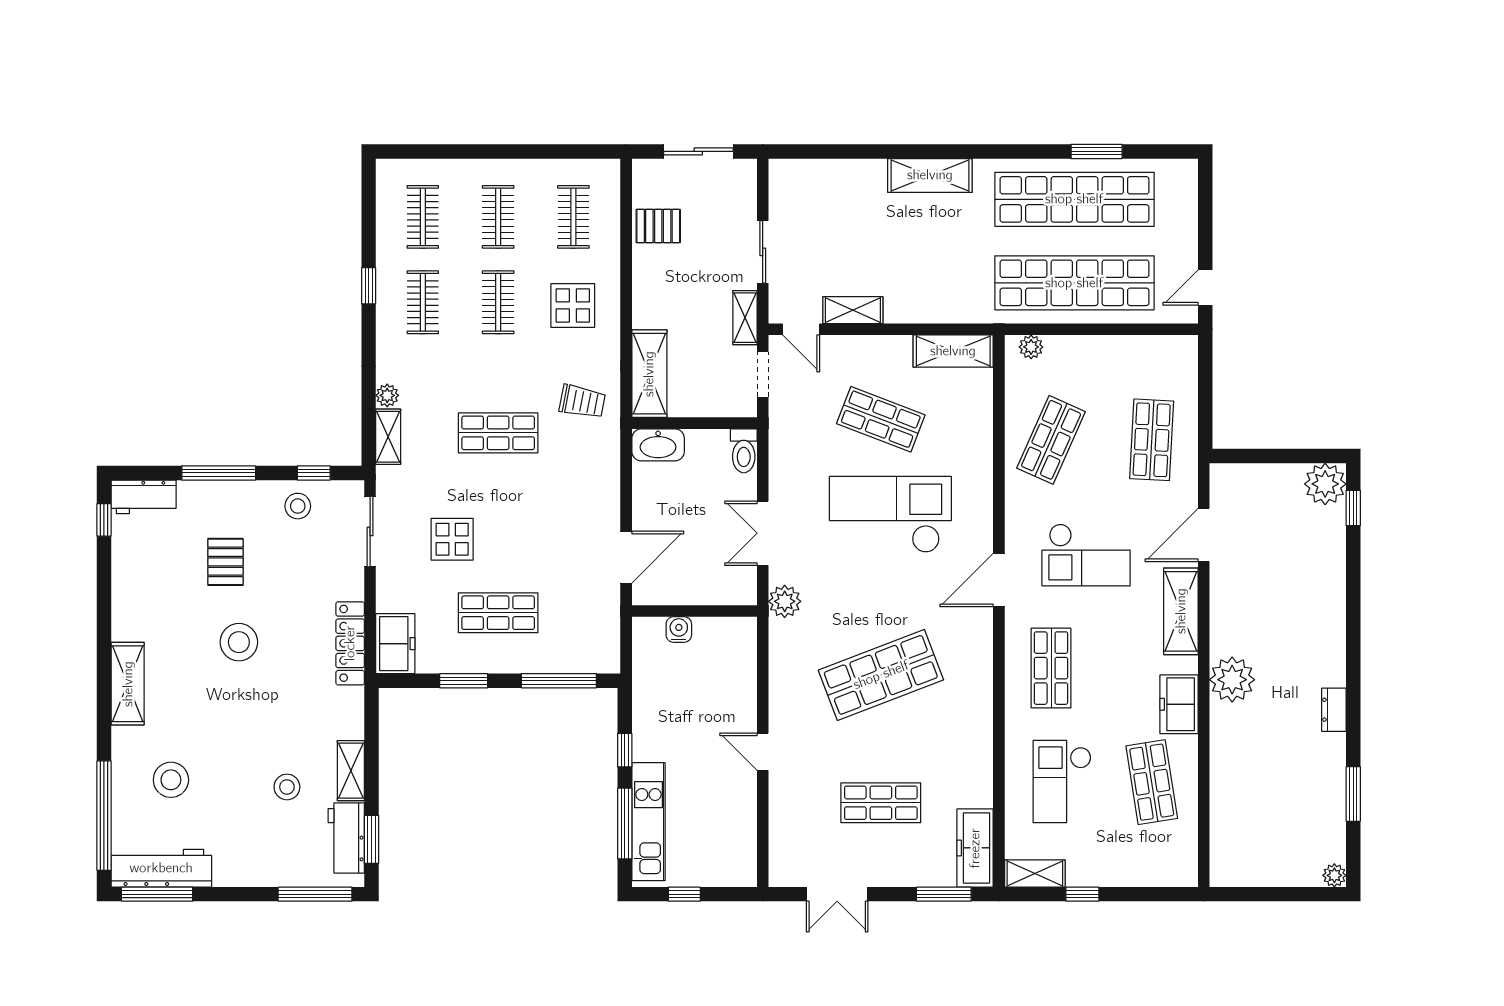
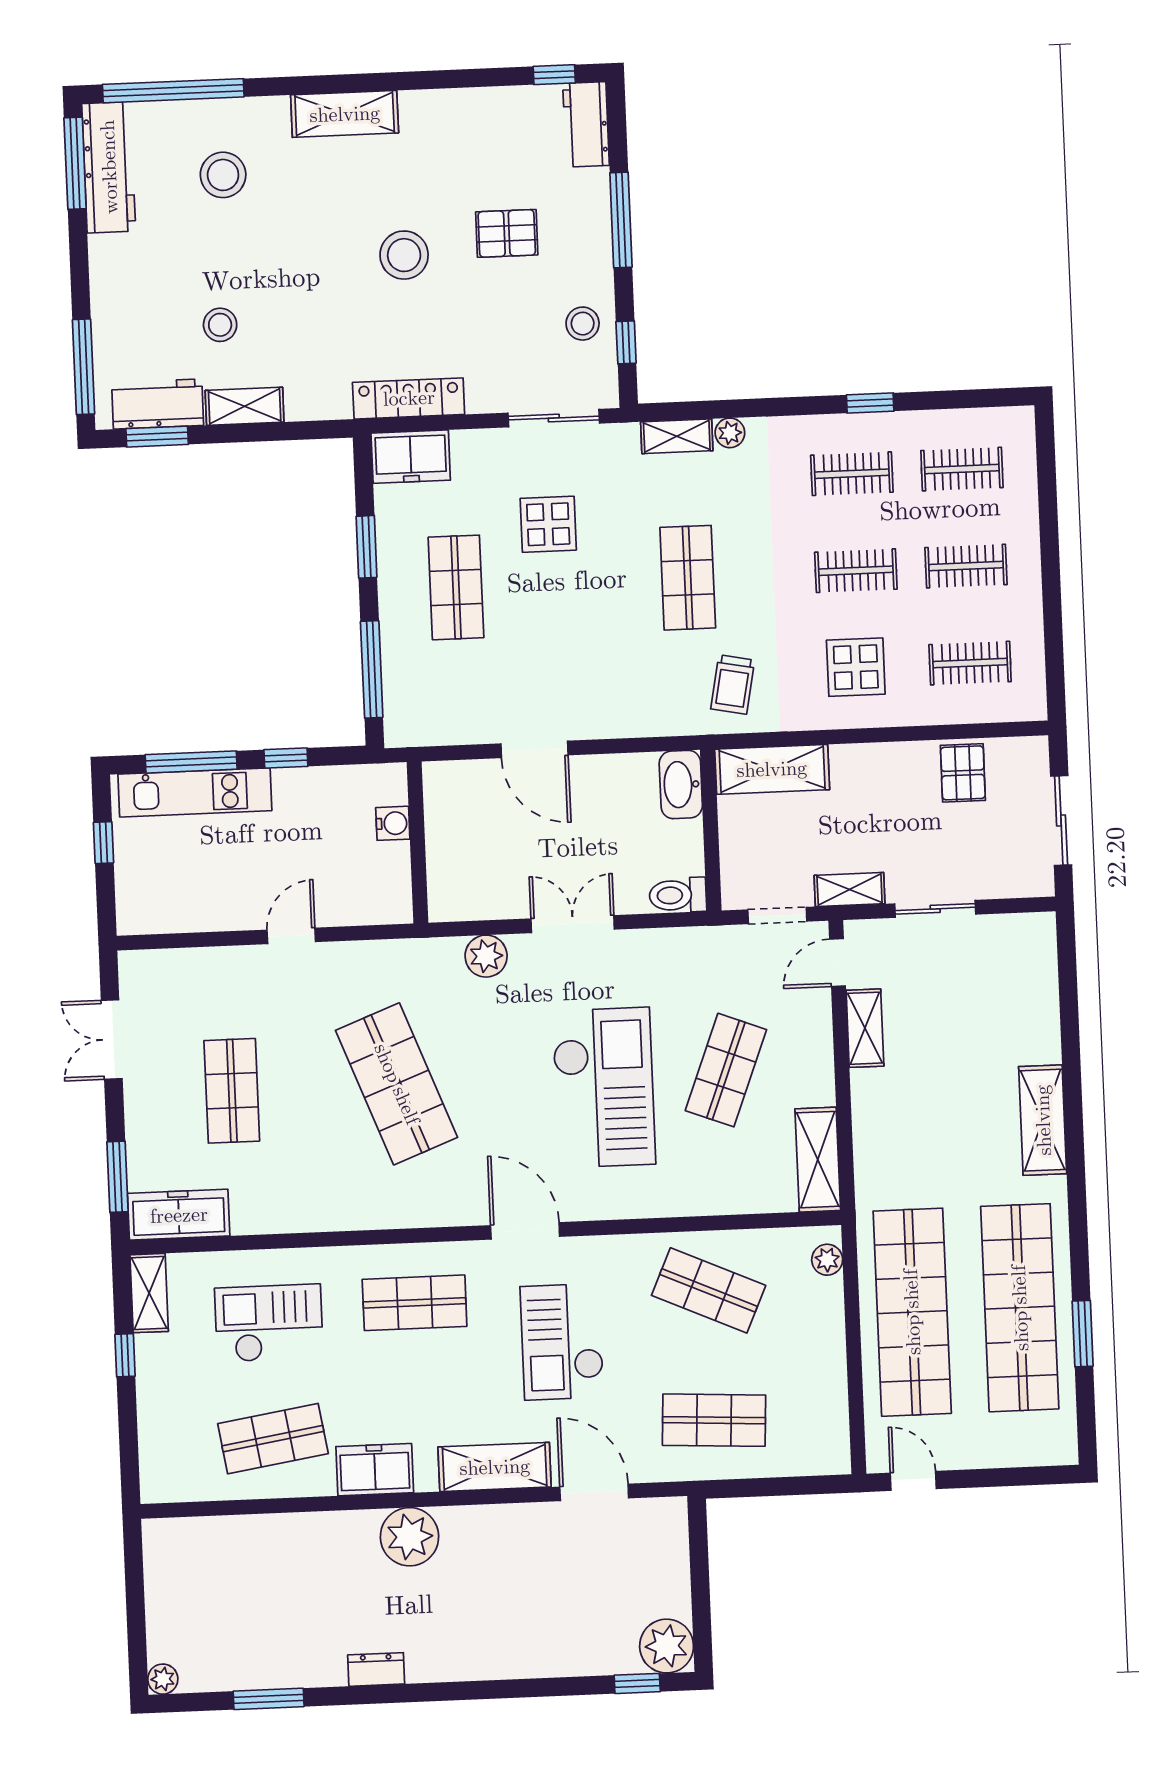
wall: (694, 611) -> (417, 842), moved
water cooler: (679, 629) -> (393, 823), moved

